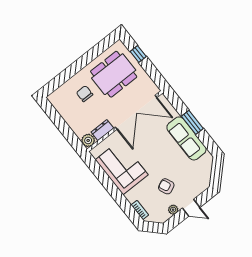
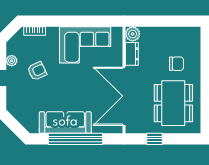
window: (138, 54) -> (154, 139), moved
window: (192, 122) -> (75, 139), width x2.11

